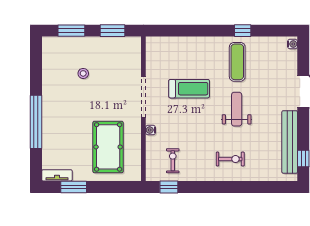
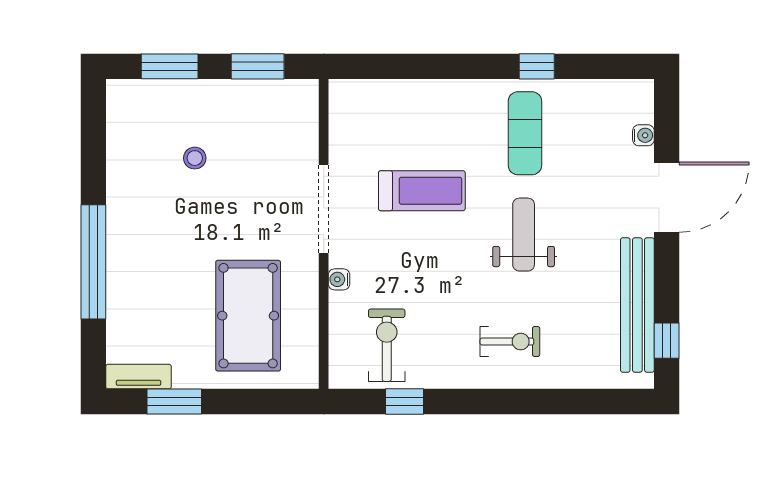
water cooler: (293, 44) -> (643, 135), moved
exercise bike: (173, 161) -> (387, 345), width x1.38, depth x1.39
window: (169, 187) -> (405, 401), moved

